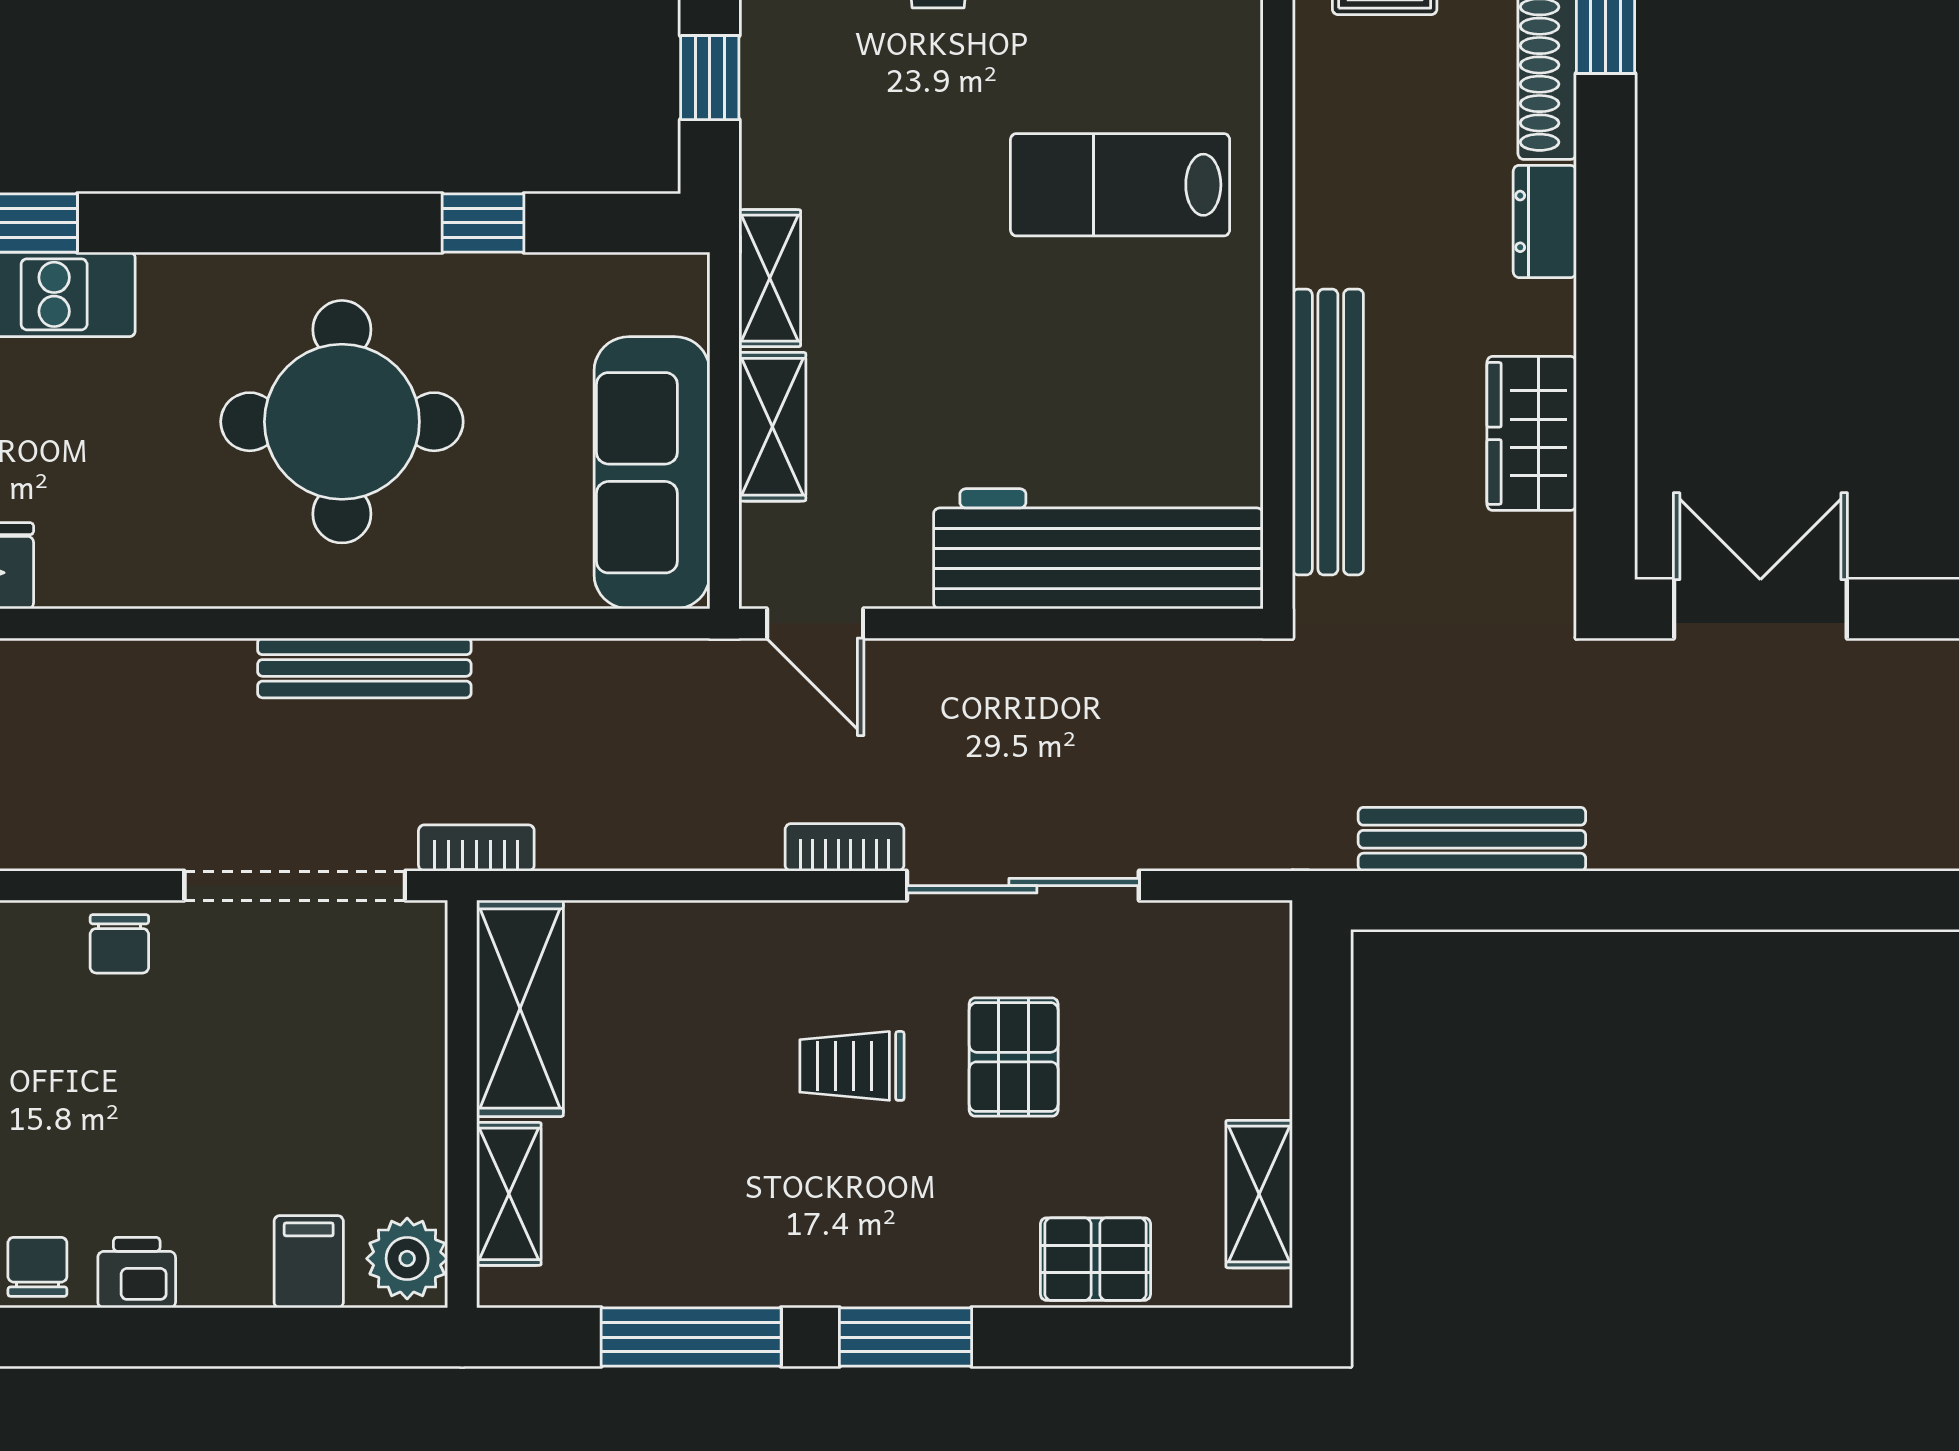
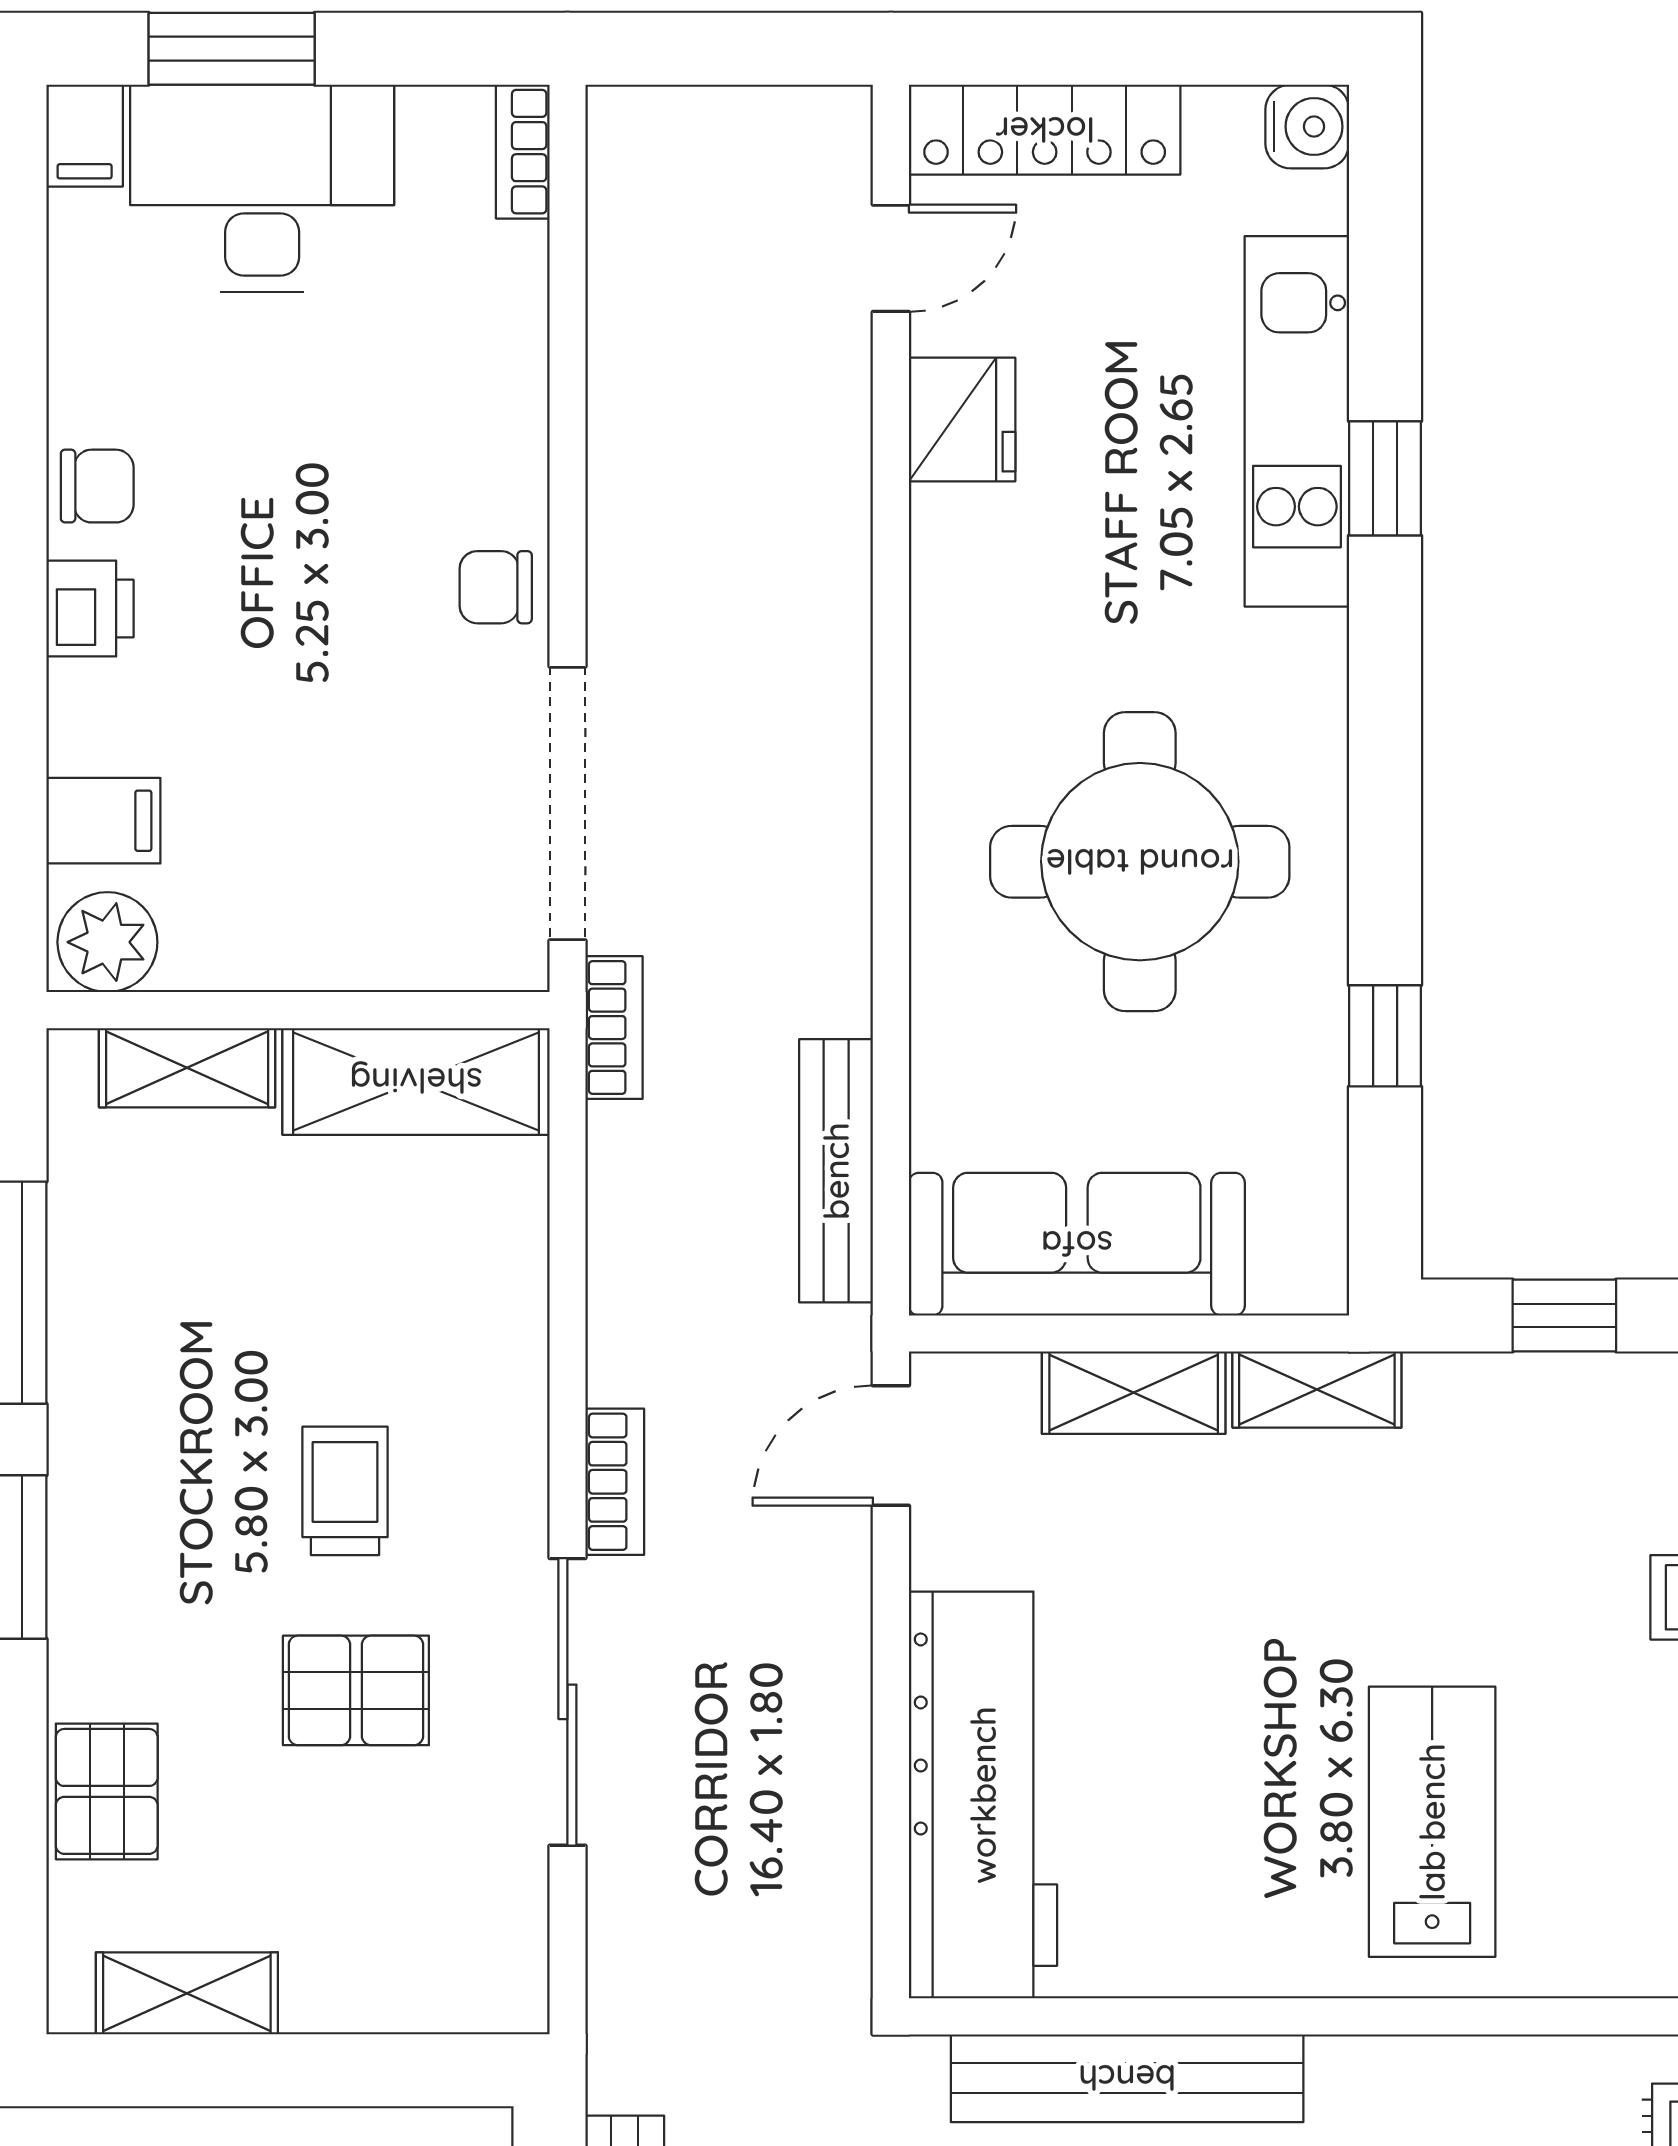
bench: (364, 668) -> (836, 1171), moved

